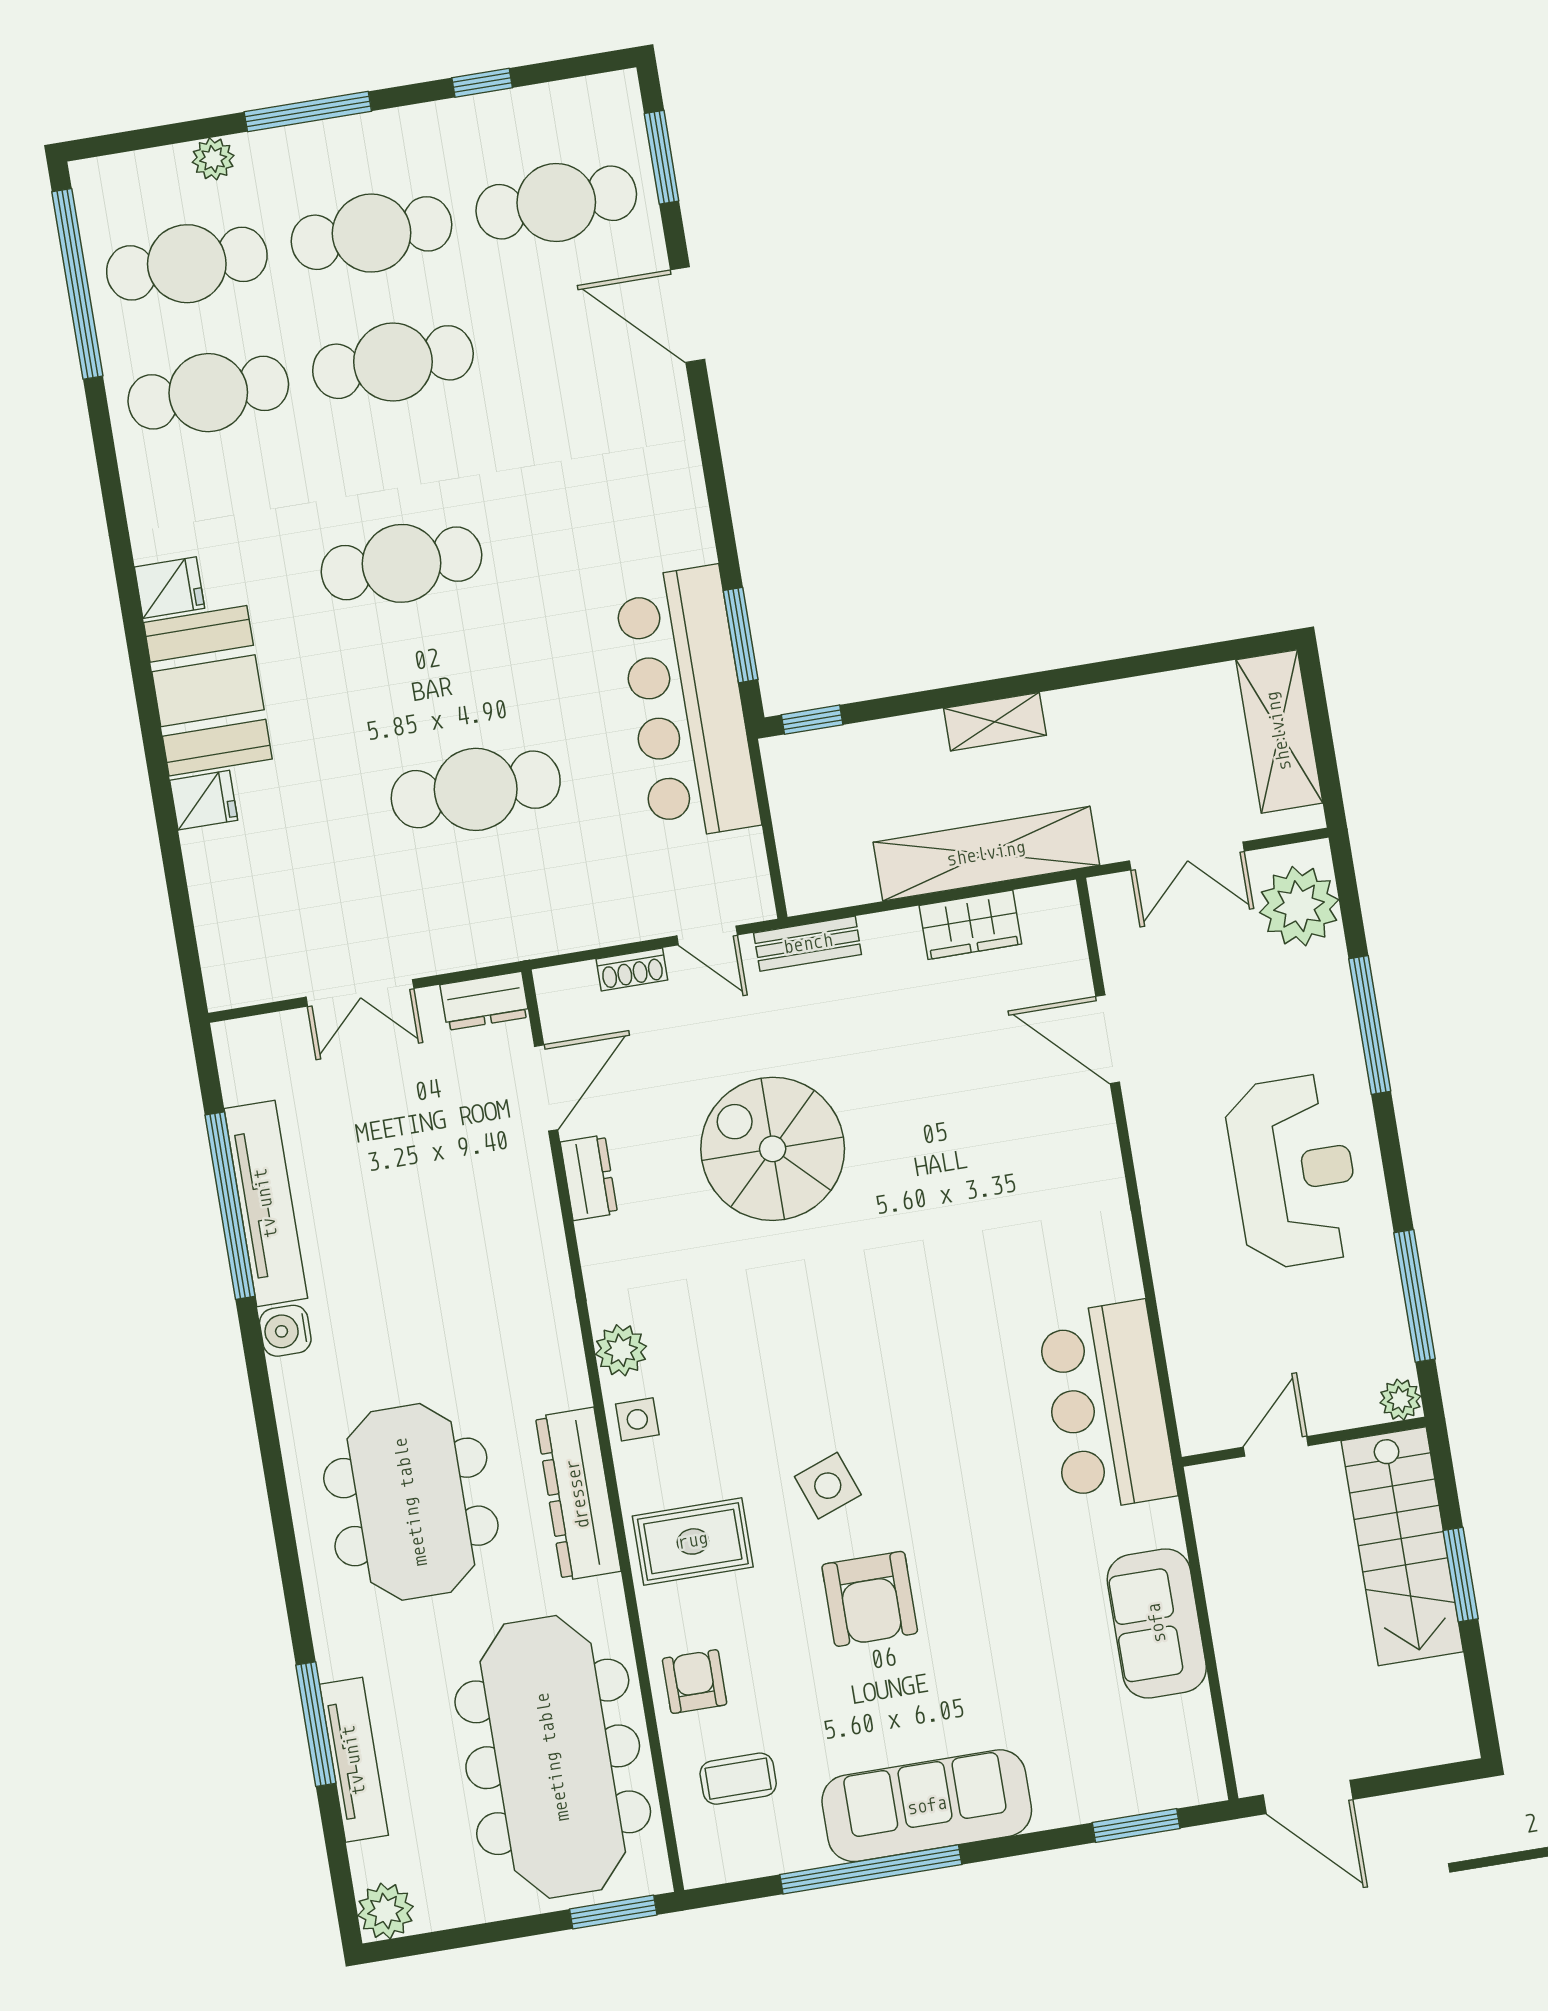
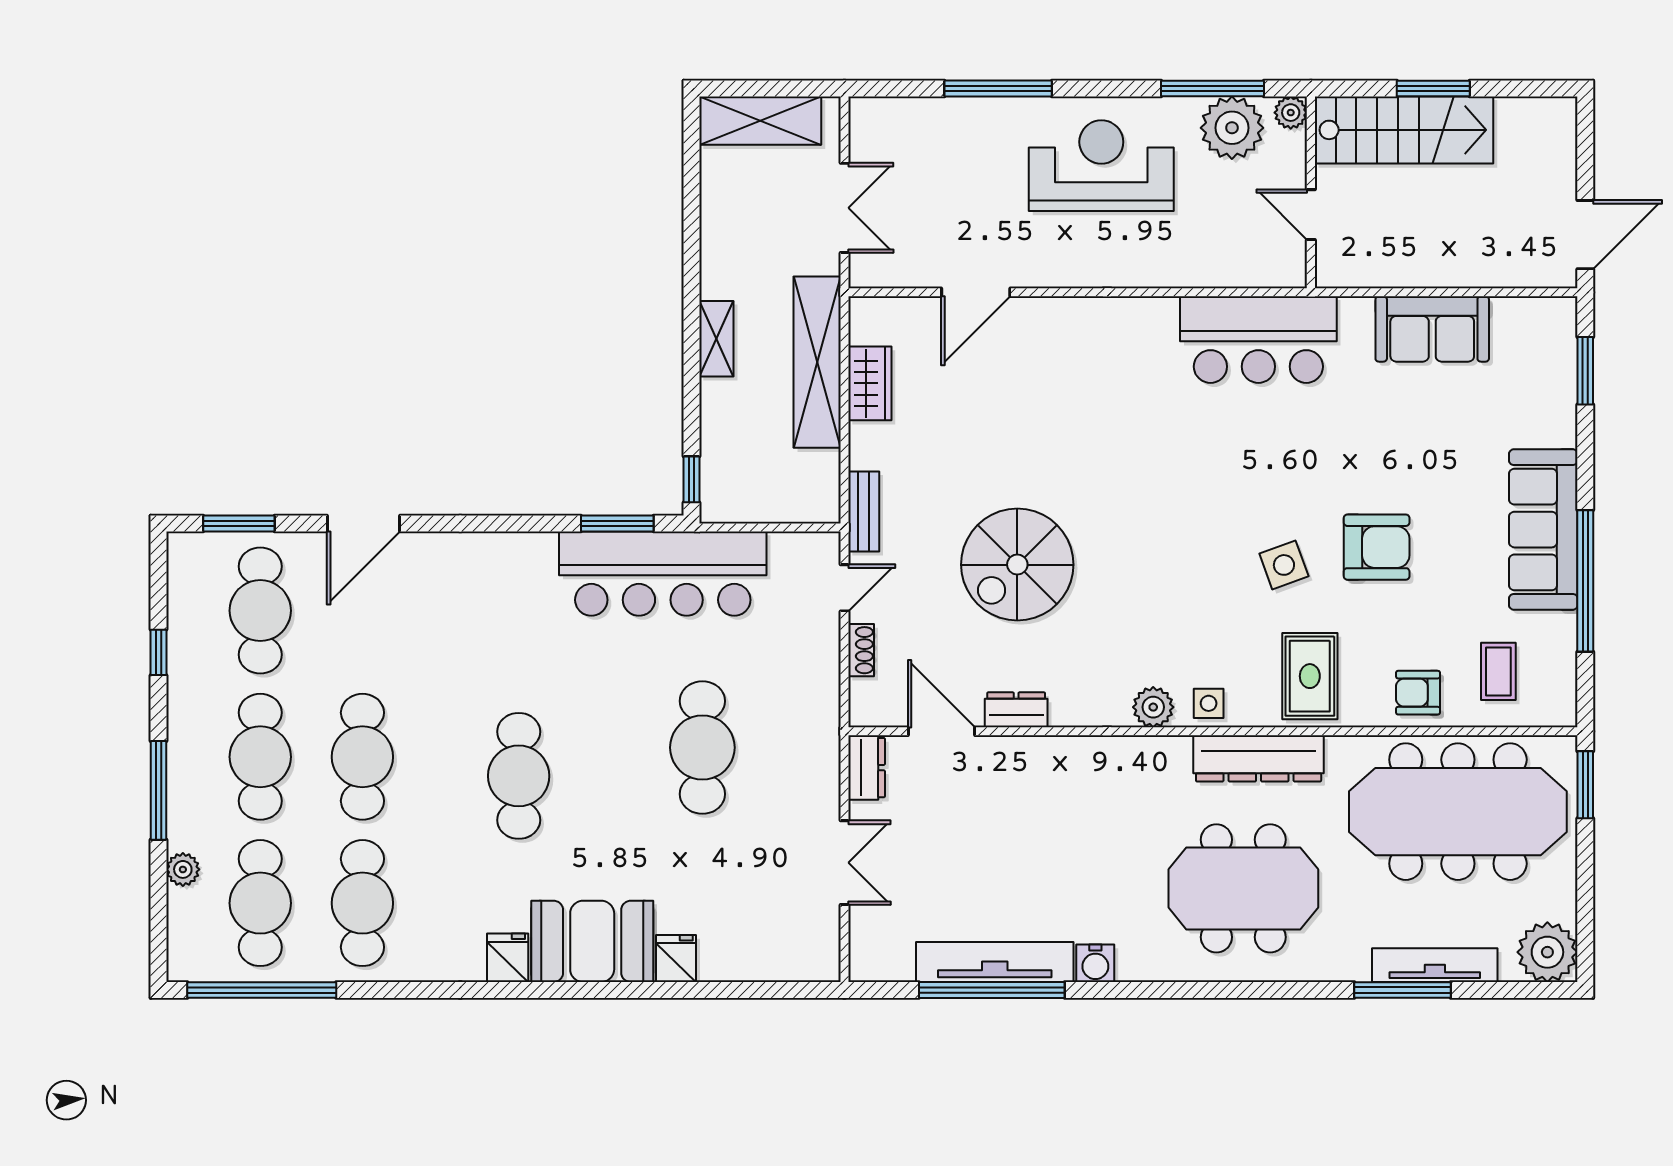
plant: (1299, 906) -> (1232, 128), moved
plant: (386, 1911) -> (1547, 952), width x1.36, depth x1.36

